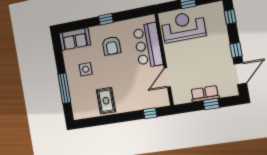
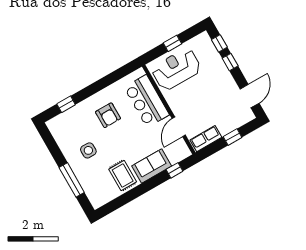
window: (106, 19) -> (66, 104), moved
sofa: (75, 39) -> (152, 166), moved, turned 180
window: (236, 50) -> (230, 62), moved
row of seats: (205, 94) -> (206, 139), moved

